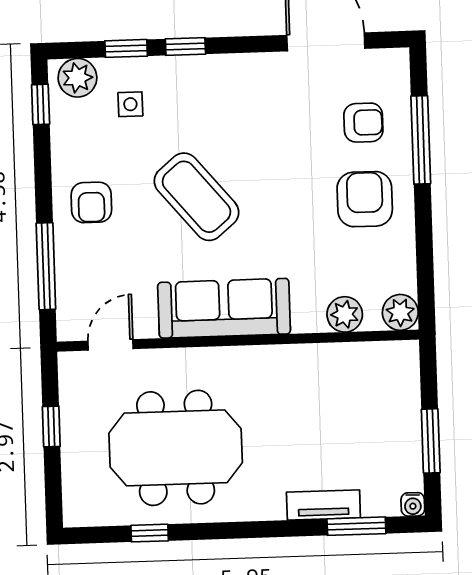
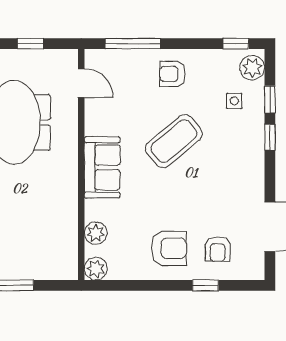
window: (421, 140) -> (205, 285), width x0.46
sofa: (224, 308) -> (102, 167), width x0.73

